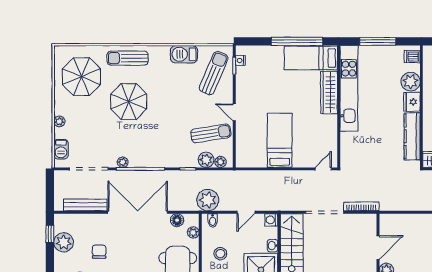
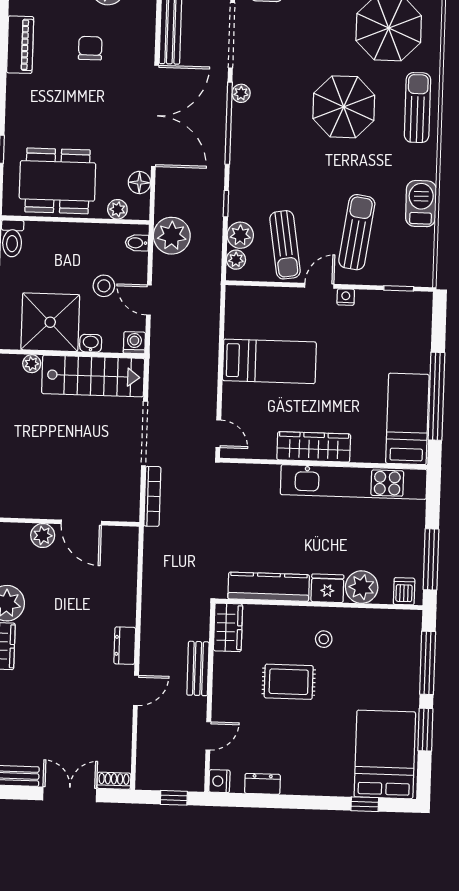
window: (378, 41) -> (431, 559), moved
nightstand: (240, 60) -> (346, 297), moved
sun lounger: (214, 73) -> (357, 232), moved, turned -105
wardrobe: (329, 92) -> (314, 447), moved
chair: (99, 252) -> (90, 48), turned -90
stool: (220, 254) -> (104, 286), moved

